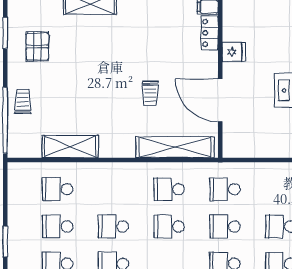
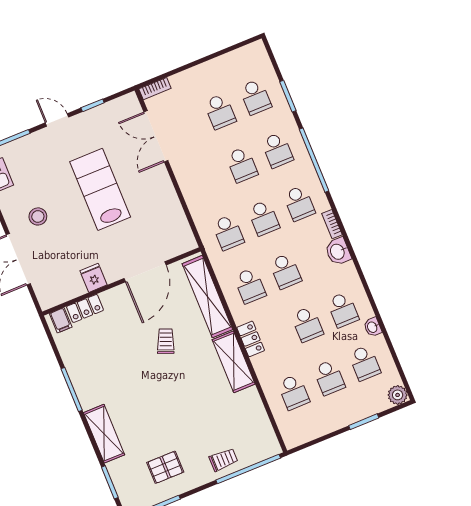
trolley: (150, 93) -> (166, 341), turned -68
trolley: (23, 102) -> (223, 460), turned 180
shelving: (70, 147) -> (234, 362), moved
locker: (121, 170) -> (251, 339), added

